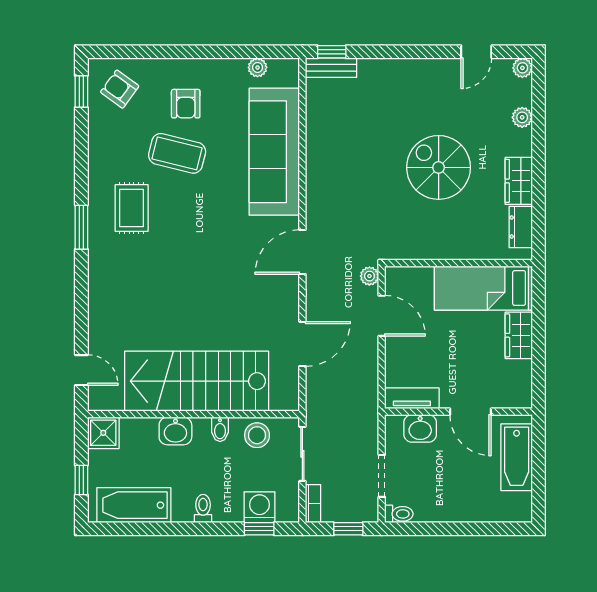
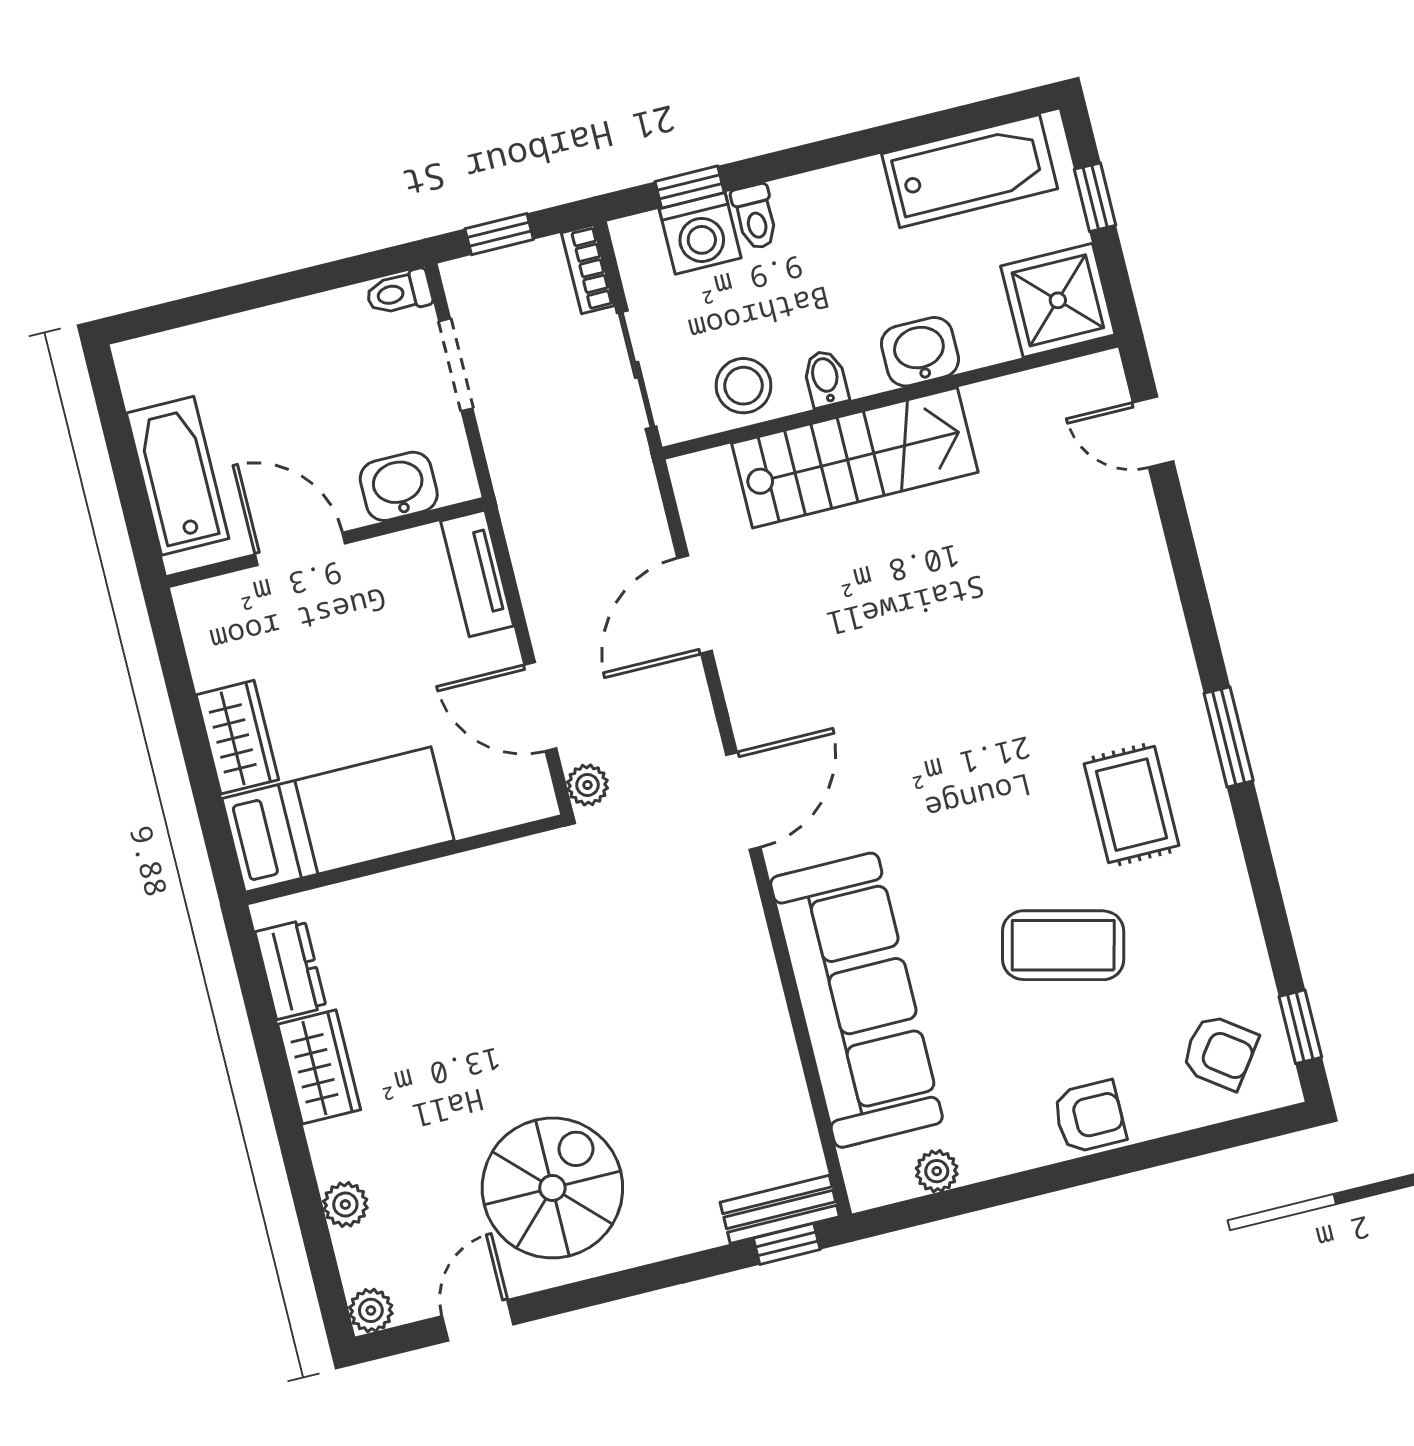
armchair: (186, 104) -> (1089, 1117), moved, turned 90
spiral stairs: (439, 167) -> (552, 1188), moved, turned -90
stairs: (197, 381) -> (855, 458), width x0.73, depth x0.66
tv unit: (412, 398) -> (477, 573), moved, turned 90
shower: (103, 433) -> (1058, 300), width x1.36, depth x1.36
toilet: (203, 508) -> (755, 217), moved

